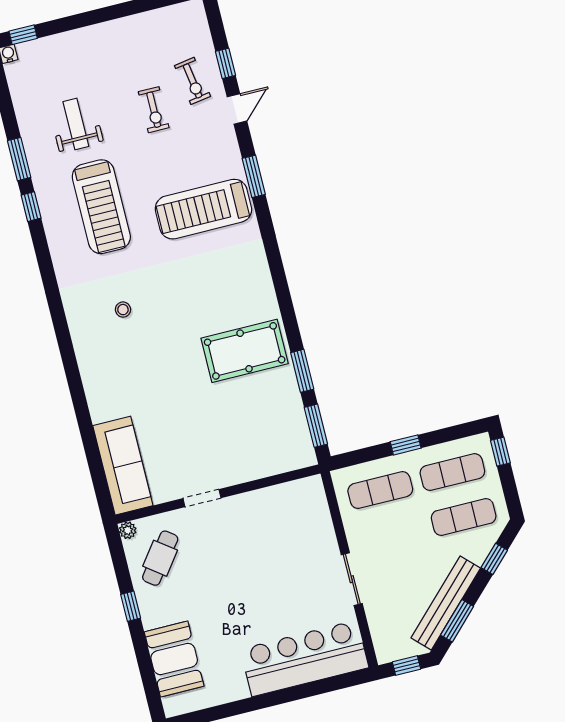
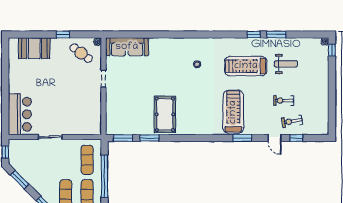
window: (406, 445) -> (105, 176), width x3.17
bench: (446, 603) -> (29, 177), removed
bar counter: (304, 658) -> (20, 114), width x0.73

